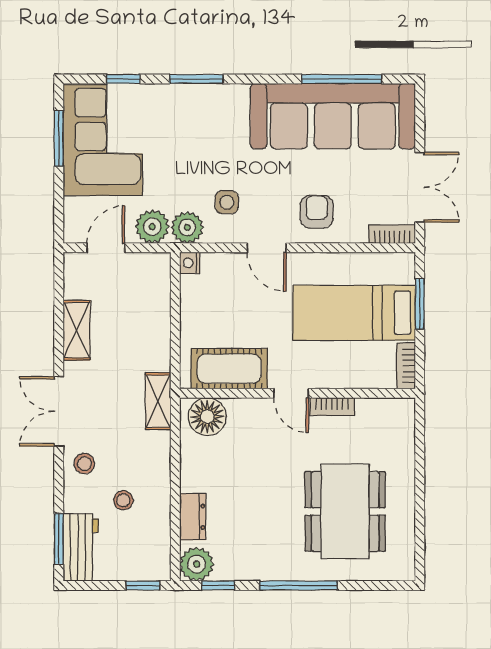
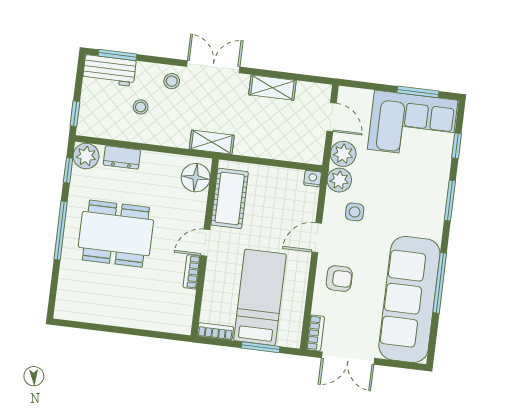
window: (342, 79) -> (440, 283), moved
dining table: (345, 511) -> (116, 234), moved

